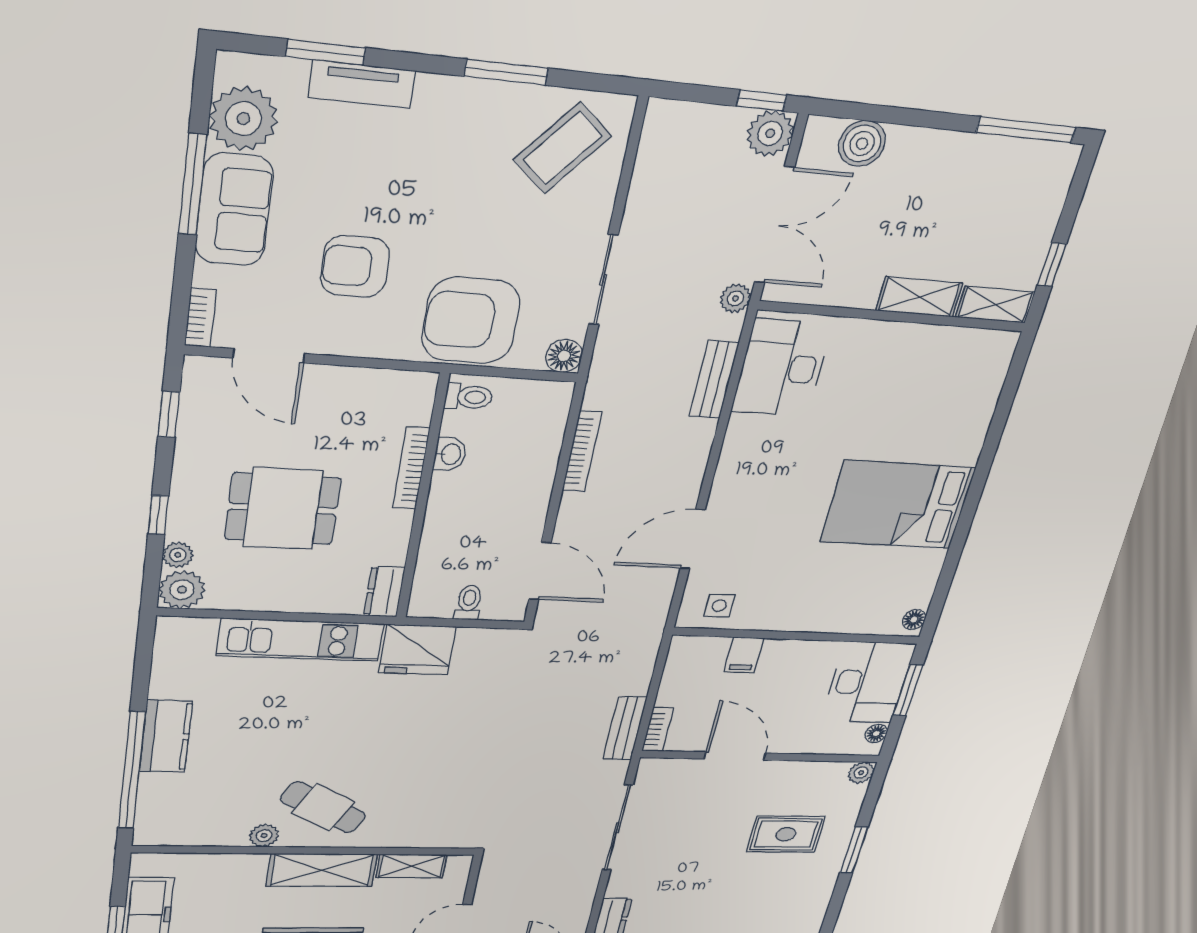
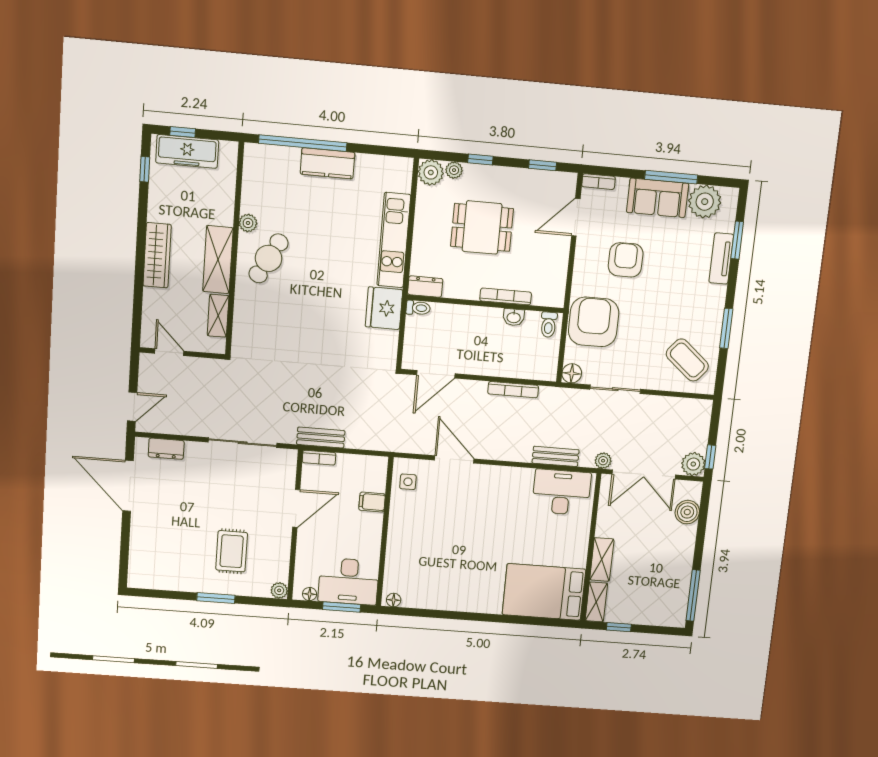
bed: (898, 505) -> (544, 592), moved, turned -90
dining table: (283, 509) -> (482, 227), turned 90
toilet: (469, 603) -> (418, 308), moved

